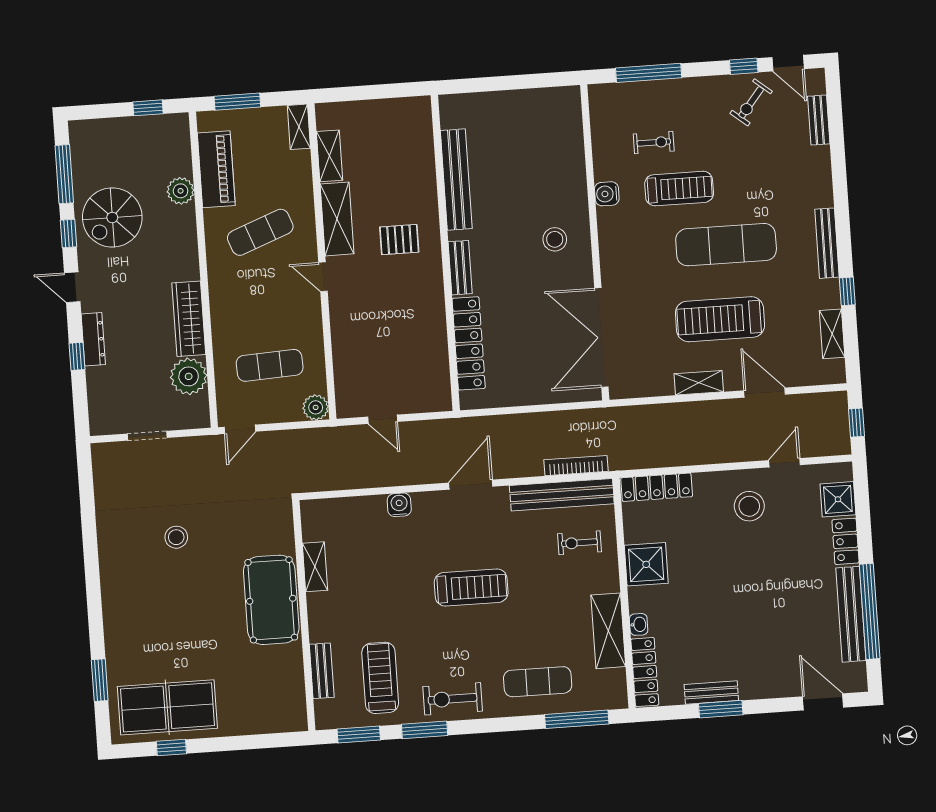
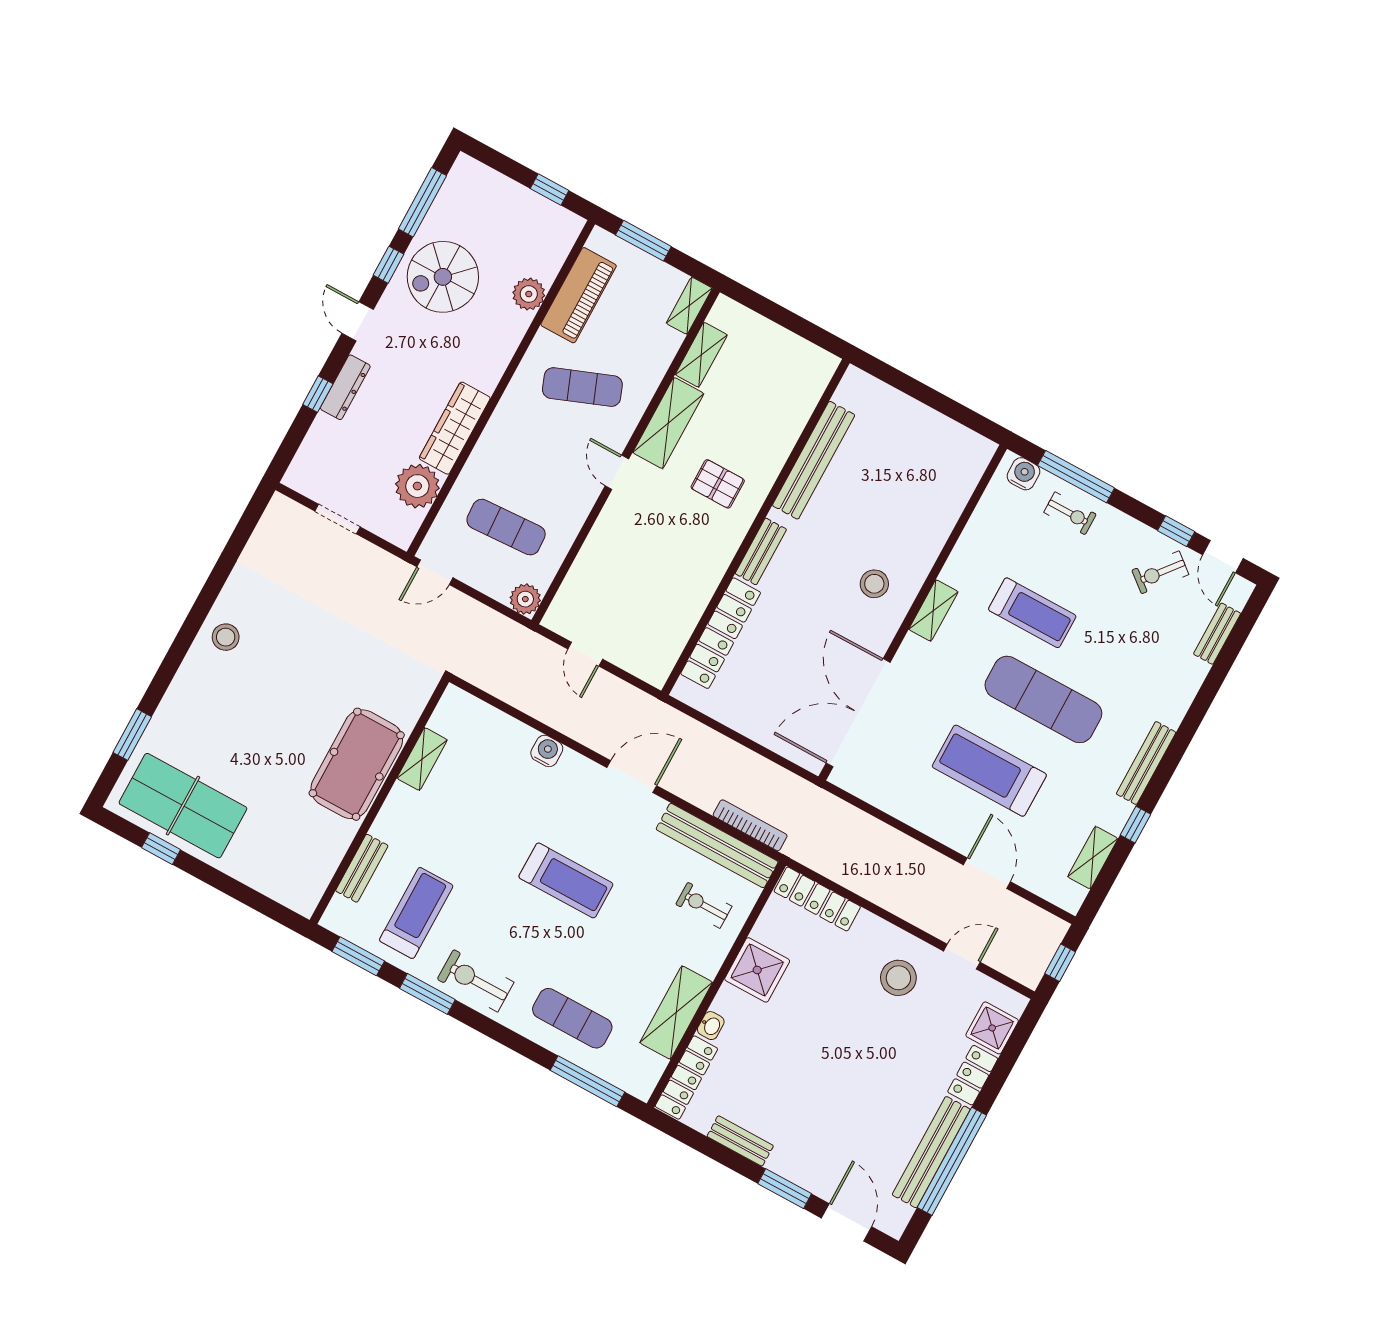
exercise bike: (654, 142) -> (1070, 513), moved
water cooler: (607, 194) -> (1023, 474), moved, turned 90
shelving: (699, 383) -> (933, 610), moved, turned 90
stool: (176, 537) -> (226, 637), moved
window: (721, 709) -> (785, 1189), moved

